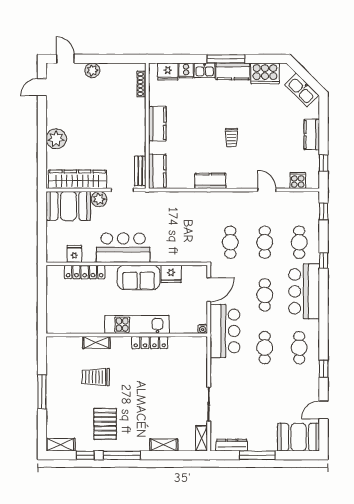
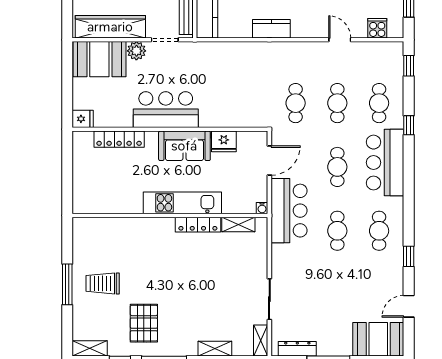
fridge: (74, 254) -> (83, 119), moved, turned 90
shelving: (96, 342) -> (238, 225), moved
trolley: (96, 377) -> (103, 283), moved

